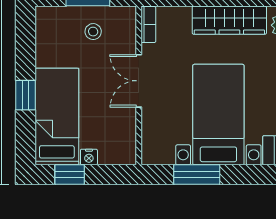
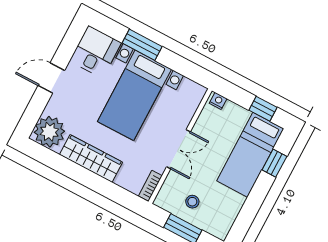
window: (25, 95) -> (274, 163), moved
nightstand: (89, 157) -> (218, 101), moved
window: (197, 175) -> (142, 45), moved

